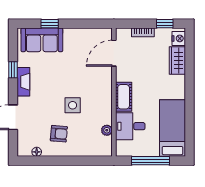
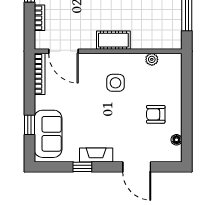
bookcase: (94, 32) -> (40, 74), added
side table: (73, 105) -> (116, 83), moved
desk: (130, 126) -> (147, 32), removed
armchair: (59, 134) -> (156, 114), turned -95

